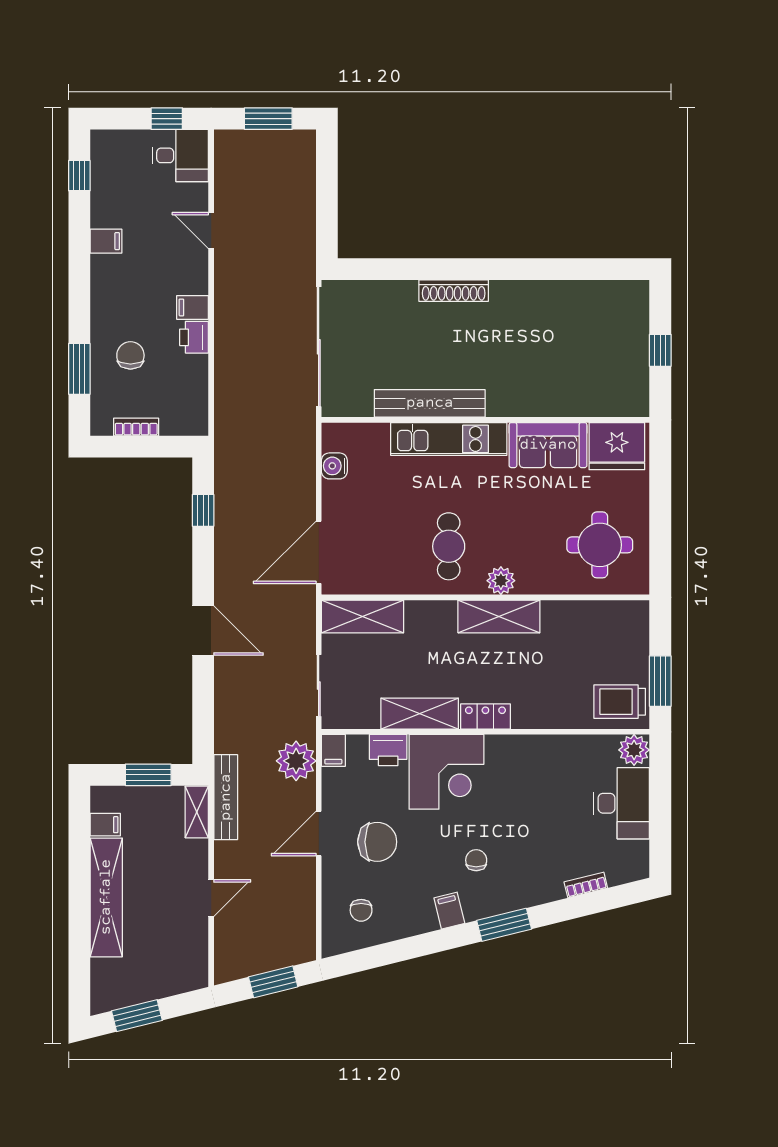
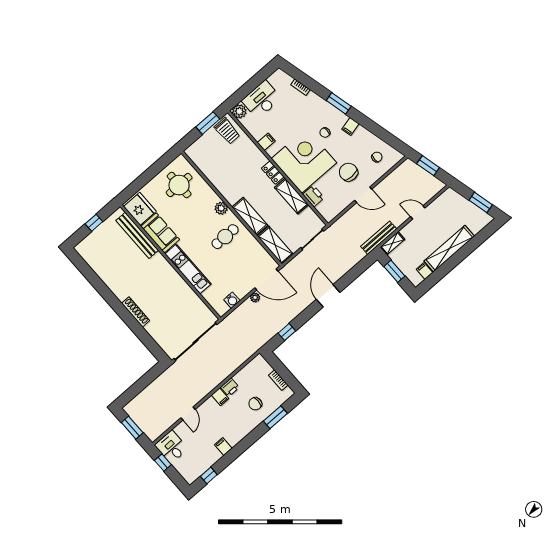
bench: (430, 403) -> (137, 235), moved
shelving: (499, 616) -> (250, 216), moved
filing cabinet: (333, 750) -> (266, 142), moved
plant: (296, 761) -> (255, 298), moved, width x0.53, depth x0.53
corner desk: (446, 772) -> (304, 161), width x1.36, depth x1.36

